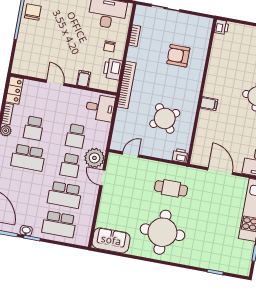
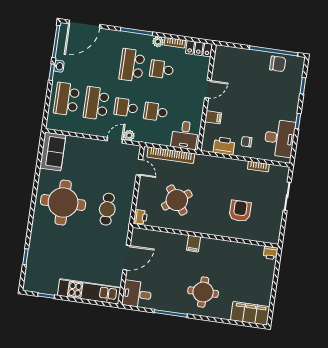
bookcase: (127, 85) -> (171, 155), moved
plant: (94, 158) -> (129, 135), width x0.53, depth x0.53

